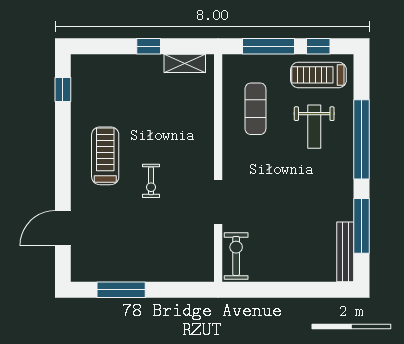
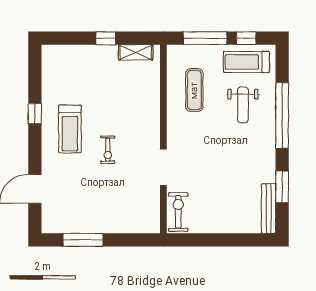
window: (63, 90) -> (35, 114), moved
treadmill: (105, 156) -> (70, 129), turned 180
window: (361, 226) -> (282, 187), width x0.69

